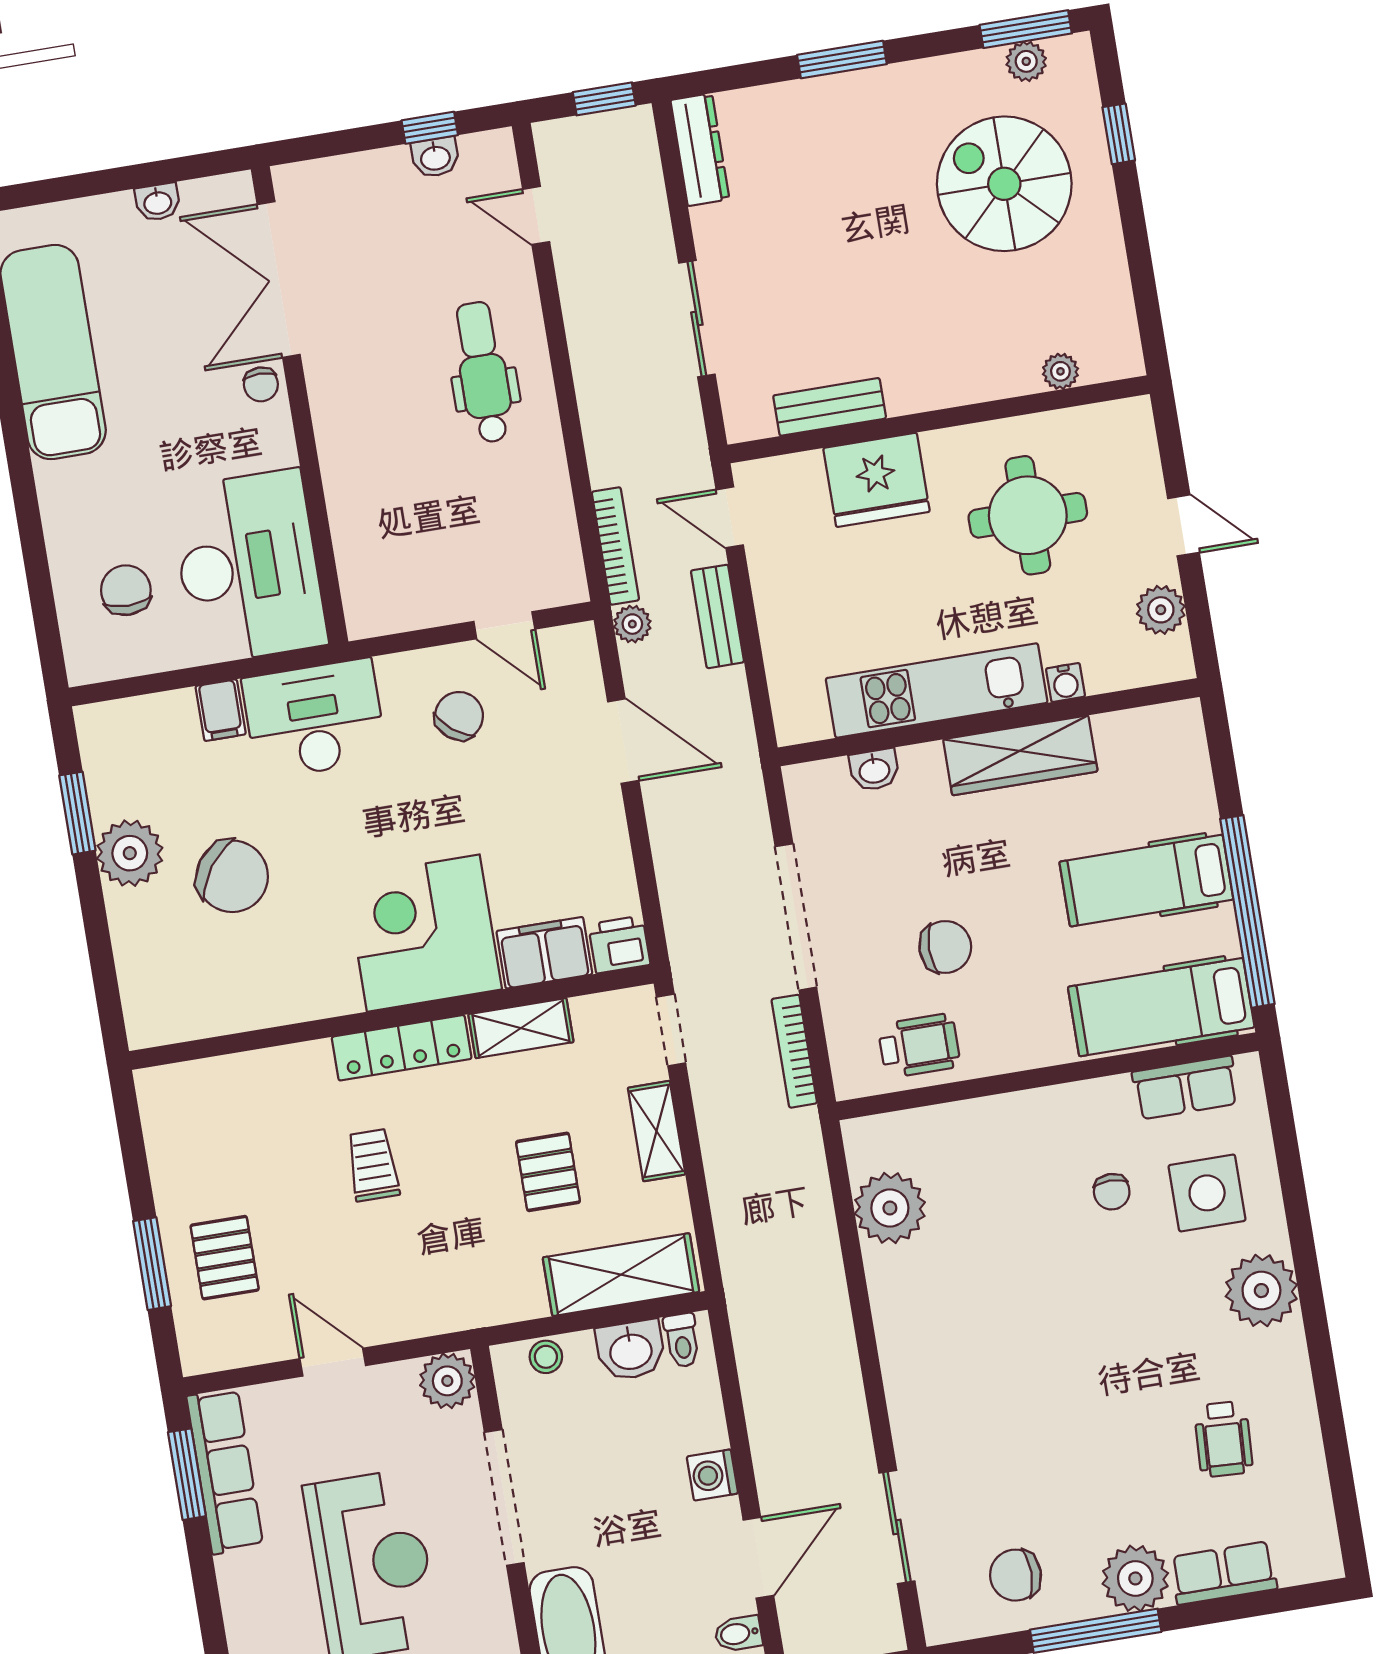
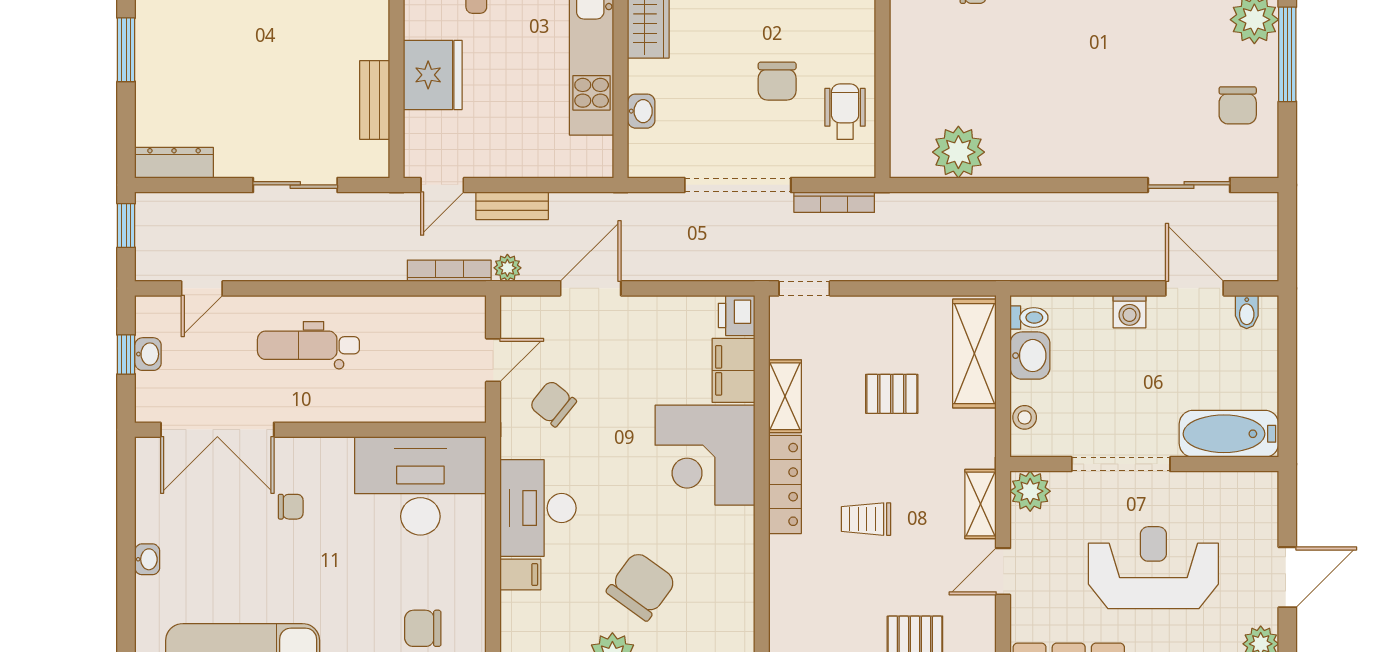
double door: (279, 279) -> (217, 430), moved
wall: (300, 405) -> (310, 430), moved
desk: (248, 567) -> (420, 486), moved
chair: (945, 947) -> (777, 81), turned 180
shelving: (657, 1131) -> (981, 504), moved, turned 90

